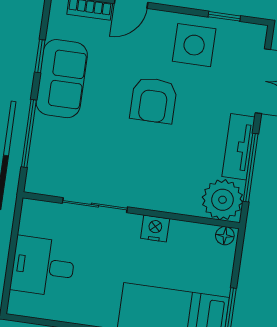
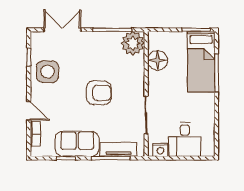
armchair: (154, 100) -> (99, 93), moved
tv unit: (239, 147) -> (119, 150), moved, turned 180
nightstand: (155, 229) -> (160, 150), moved, turned -90
floor lamp: (225, 236) -> (158, 60), moved, width x1.89, depth x1.89

